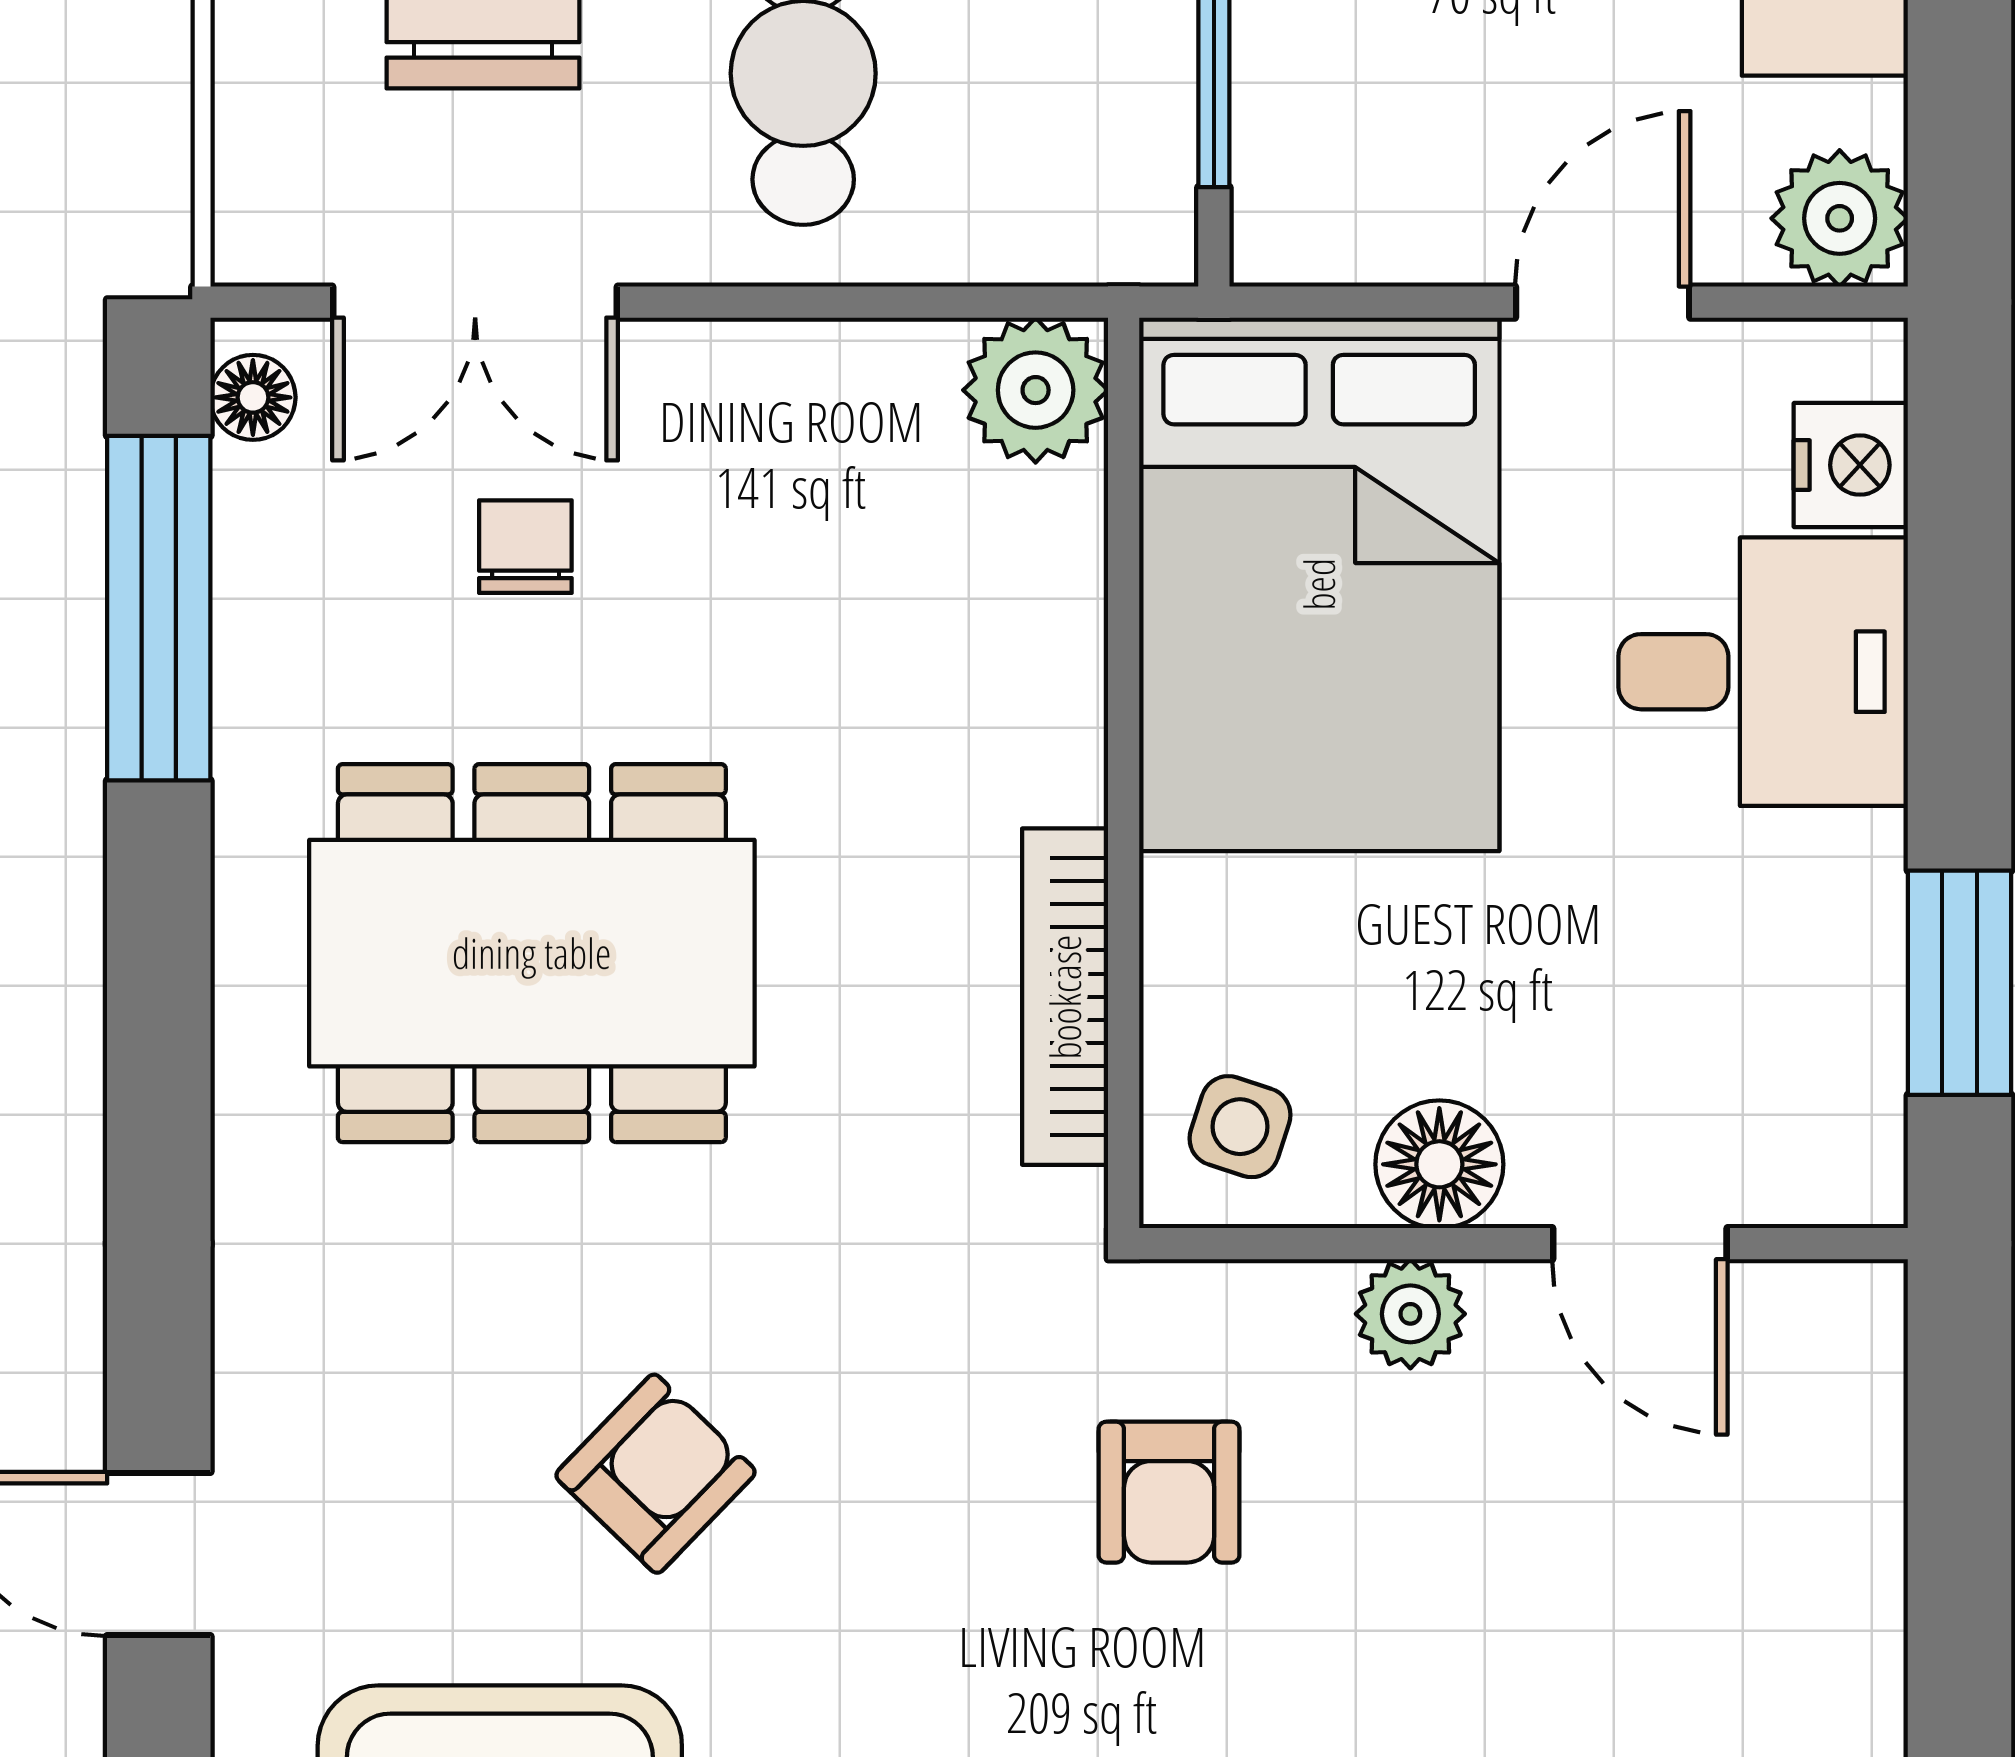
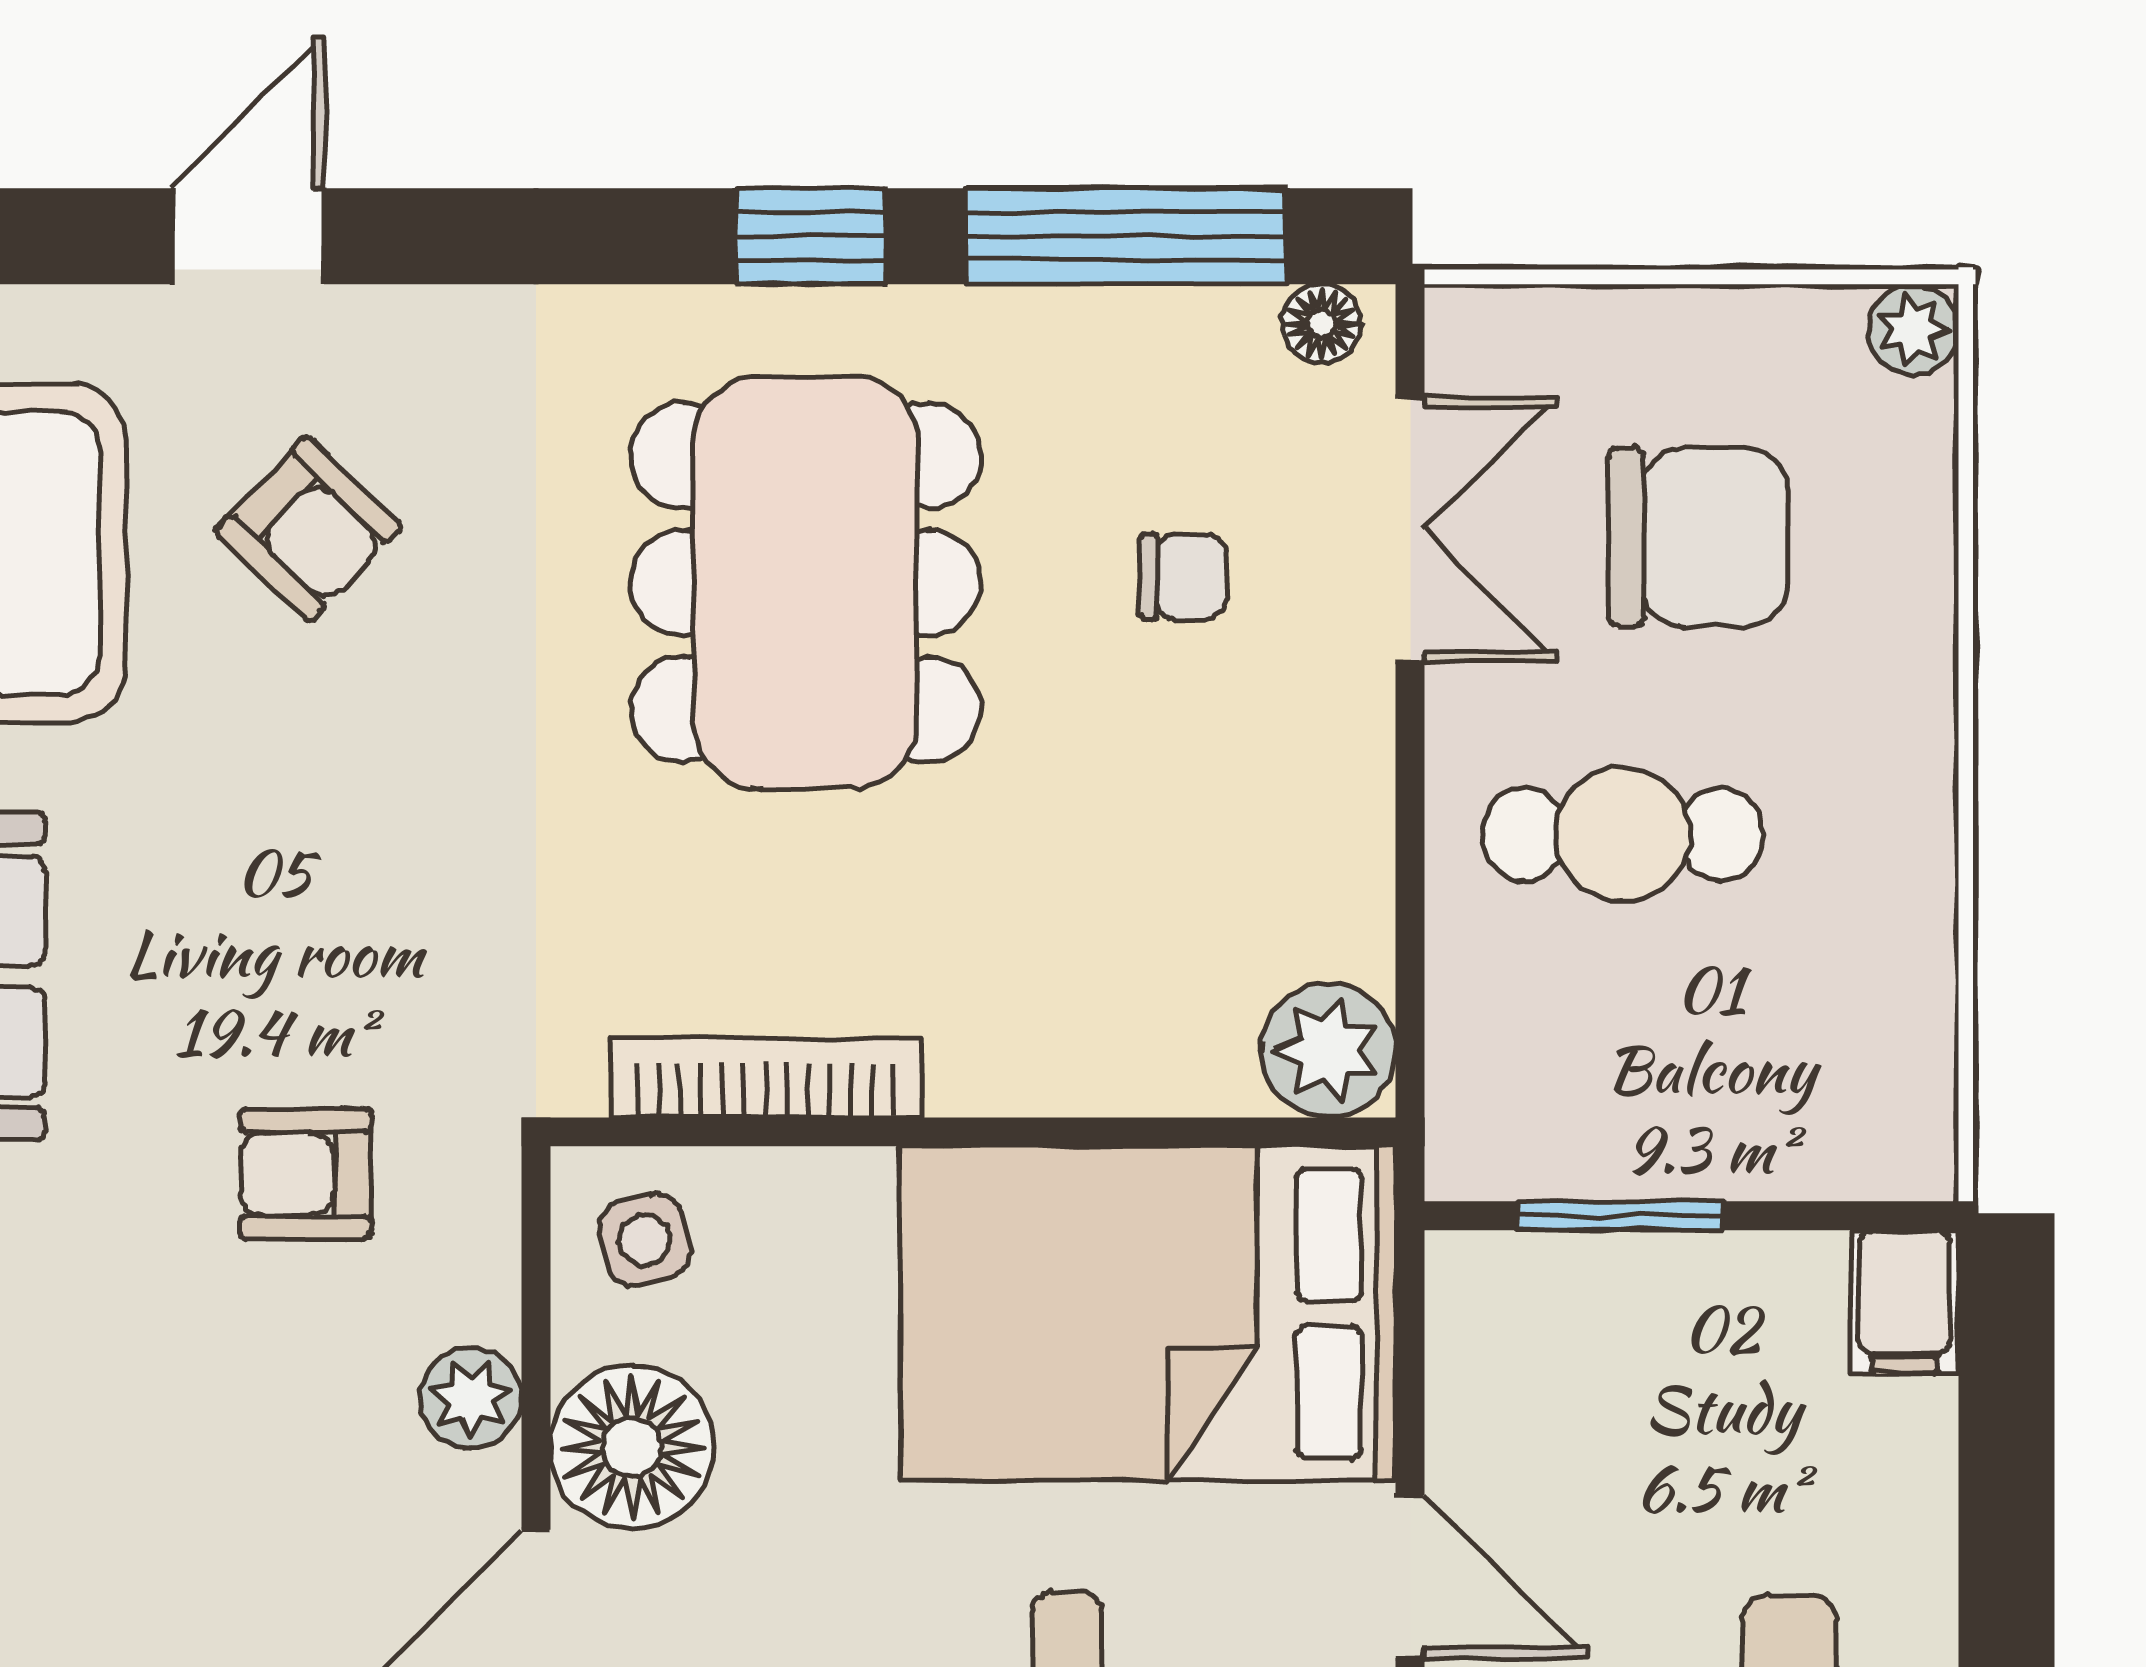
double door: (475, 302) -> (1410, 530), swing flipped
window: (159, 948) -> (810, 236), added
side table: (1240, 1127) -> (645, 1240), turned -32
floor lamp: (1439, 1164) -> (632, 1447), width x1.38, depth x1.38
armchair: (656, 1474) -> (308, 529), moved

